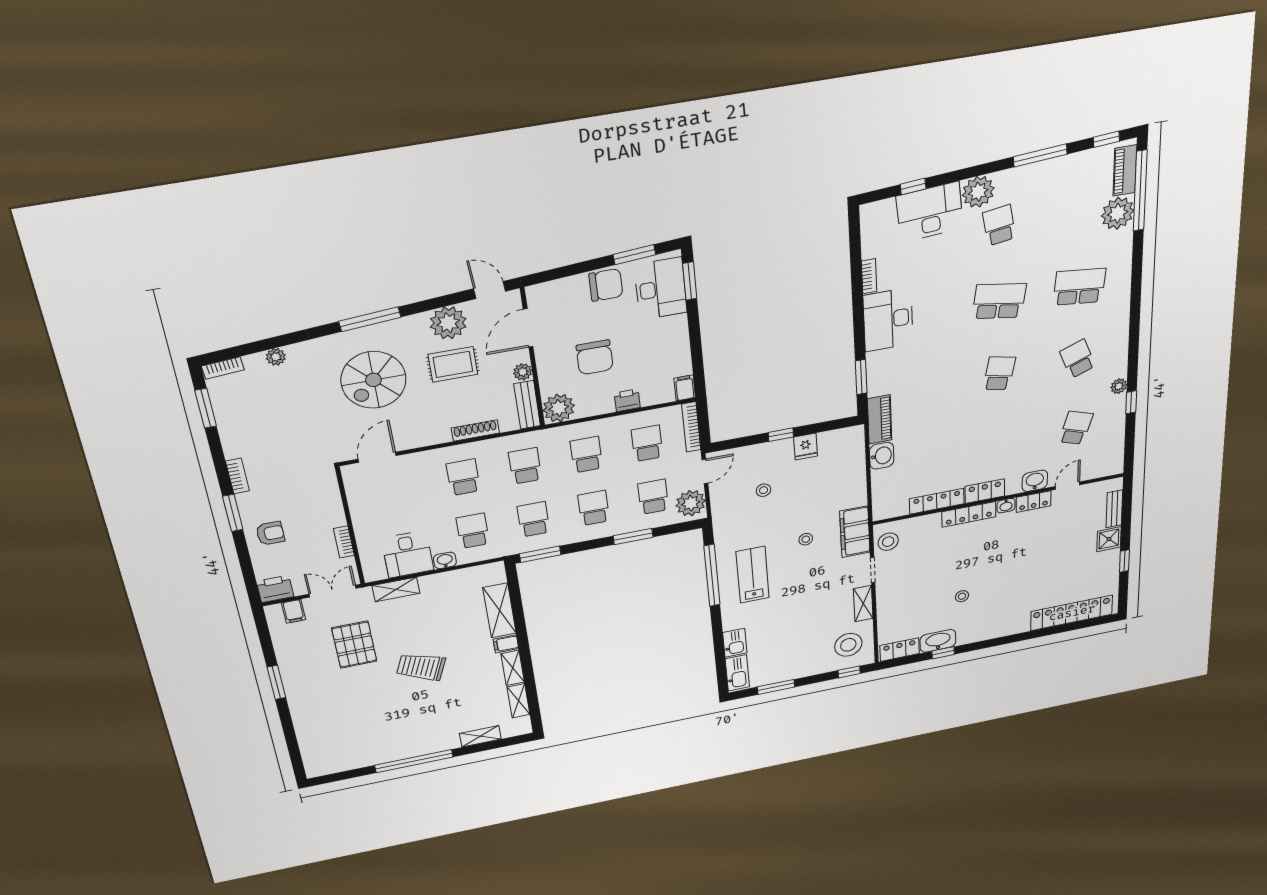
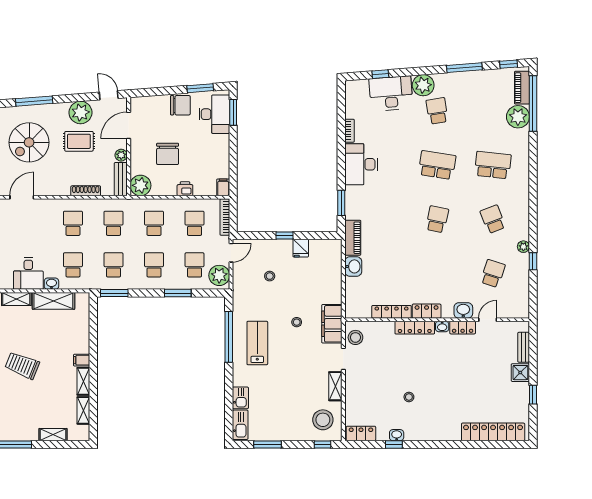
shelving: (500, 611) -> (53, 301), moved, turned 90
washbasin: (938, 641) -> (397, 435), width x0.52, depth x0.69

